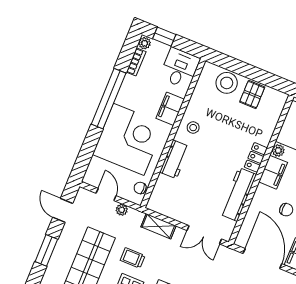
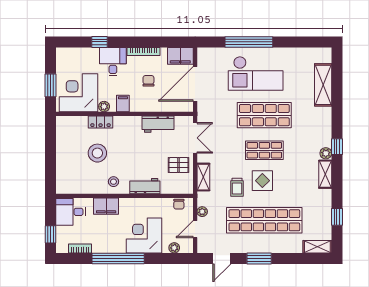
plant: (145, 43) -> (174, 248), moved
stool: (227, 83) -> (97, 153), moved
pallet: (252, 95) -> (179, 165), moved
corner desk: (129, 139) -> (144, 235), width x0.74, depth x0.74
locker: (256, 157) -> (101, 122), moved
filing cabinet: (273, 172) -> (123, 104), width x0.50
workbench: (238, 194) -> (158, 124), width x0.73

